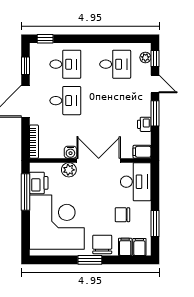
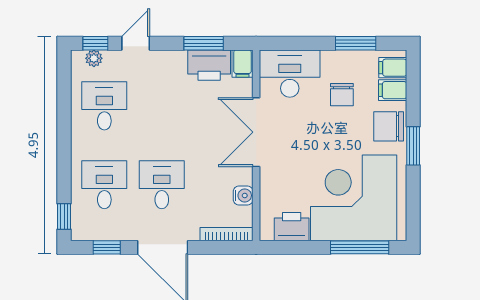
window: (155, 113) -> (204, 43), moved
printer: (144, 124) -> (209, 65), width x1.87, depth x1.48
water cooler: (70, 152) -> (243, 195), moved
plant: (69, 170) -> (271, 179), removed
window: (26, 192) -> (360, 247), moved

